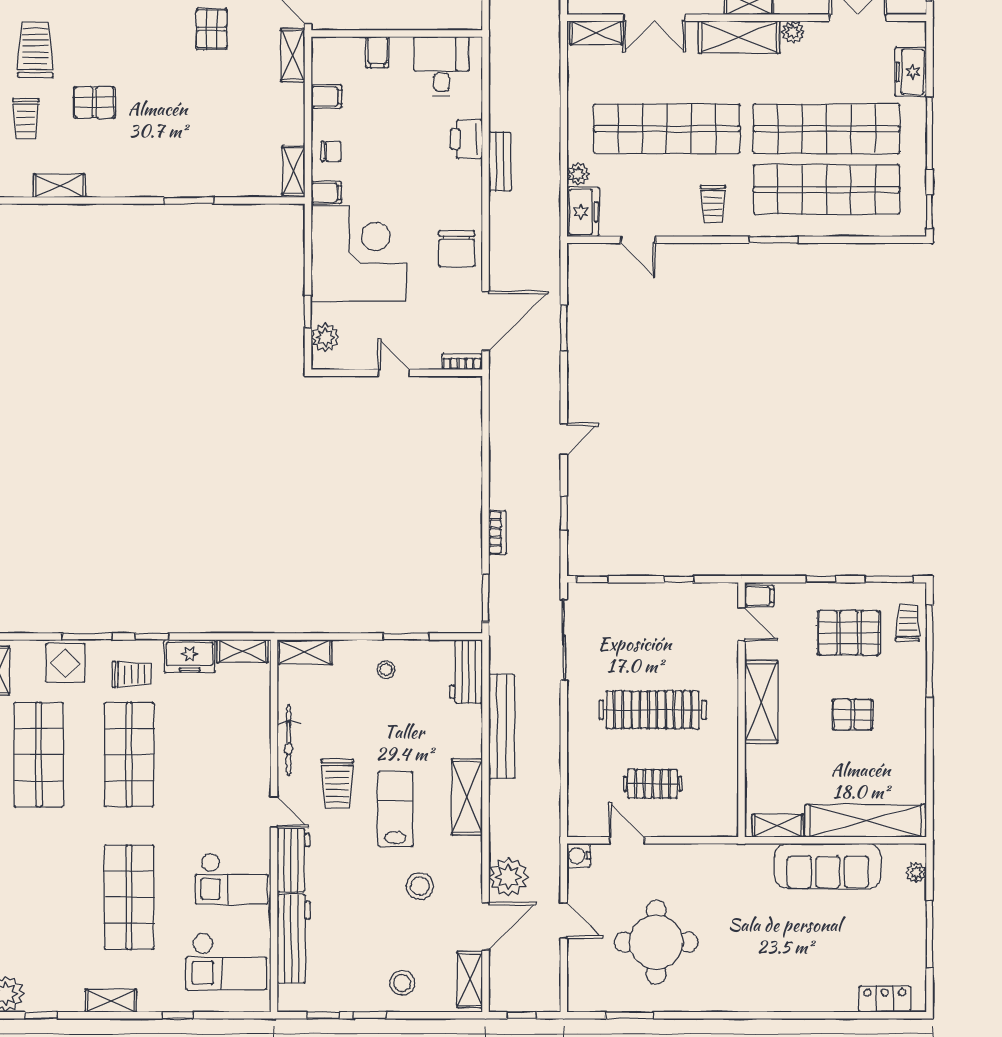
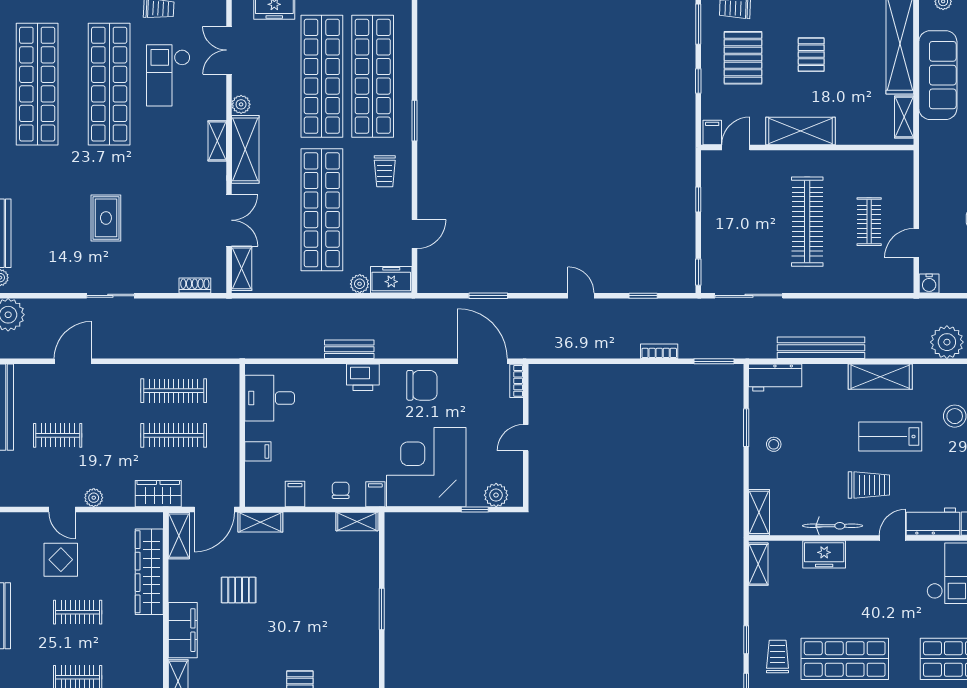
printer: (466, 139) -> (363, 377), moved
trolley: (713, 204) -> (385, 171), turned 90
freezer: (190, 656) -> (824, 554), moved, turned 90

